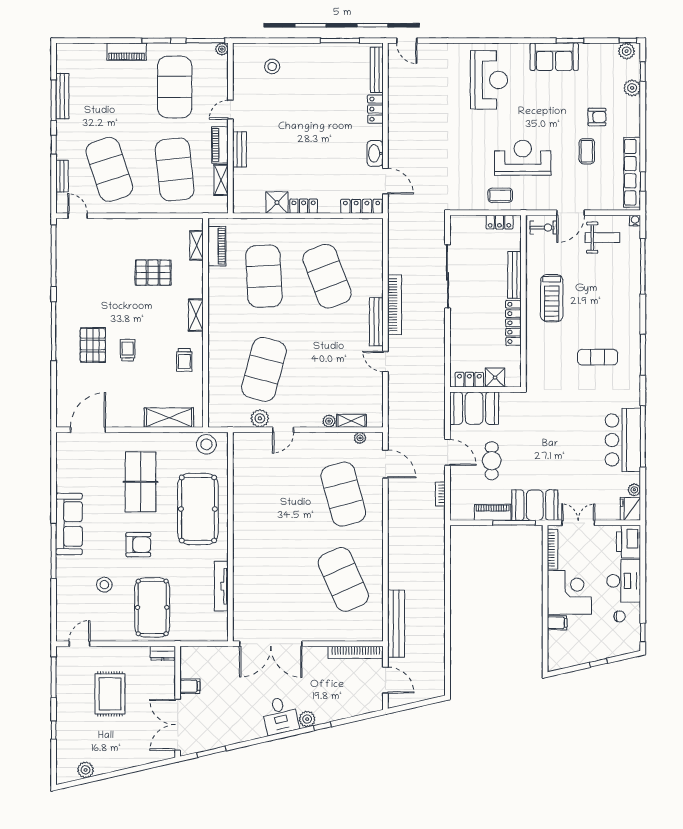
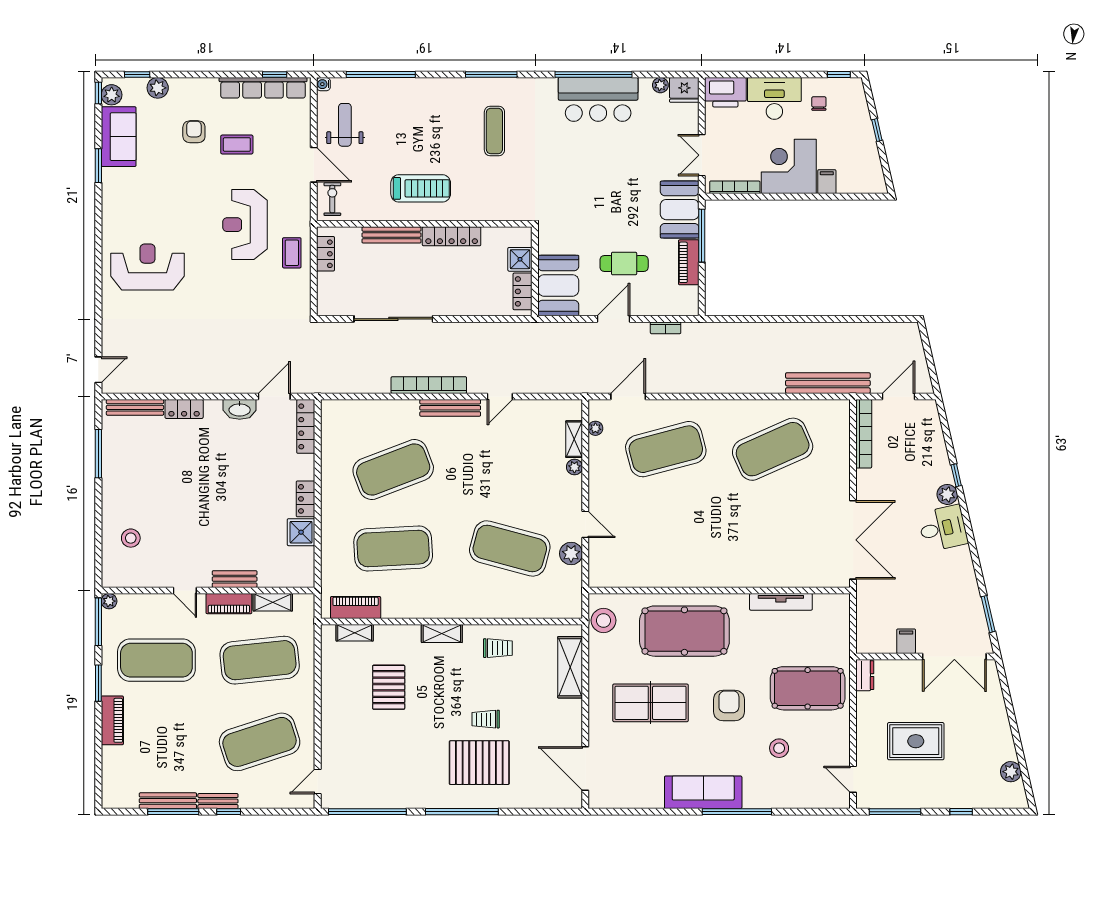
sofa: (554, 57) -> (119, 137), moved
bench: (62, 176) -> (218, 801), moved
pallet: (93, 345) -> (479, 763), width x1.37, depth x1.41

